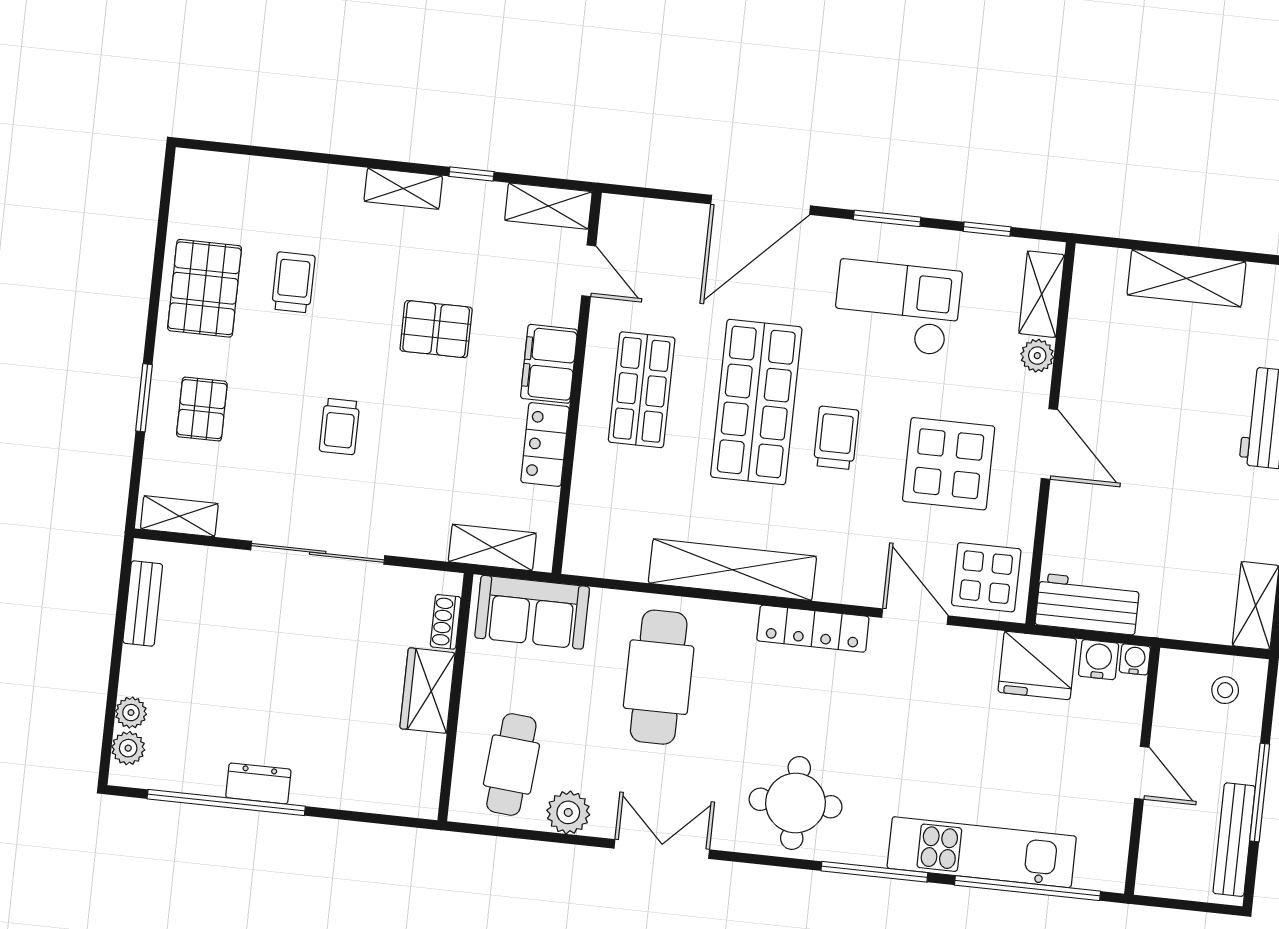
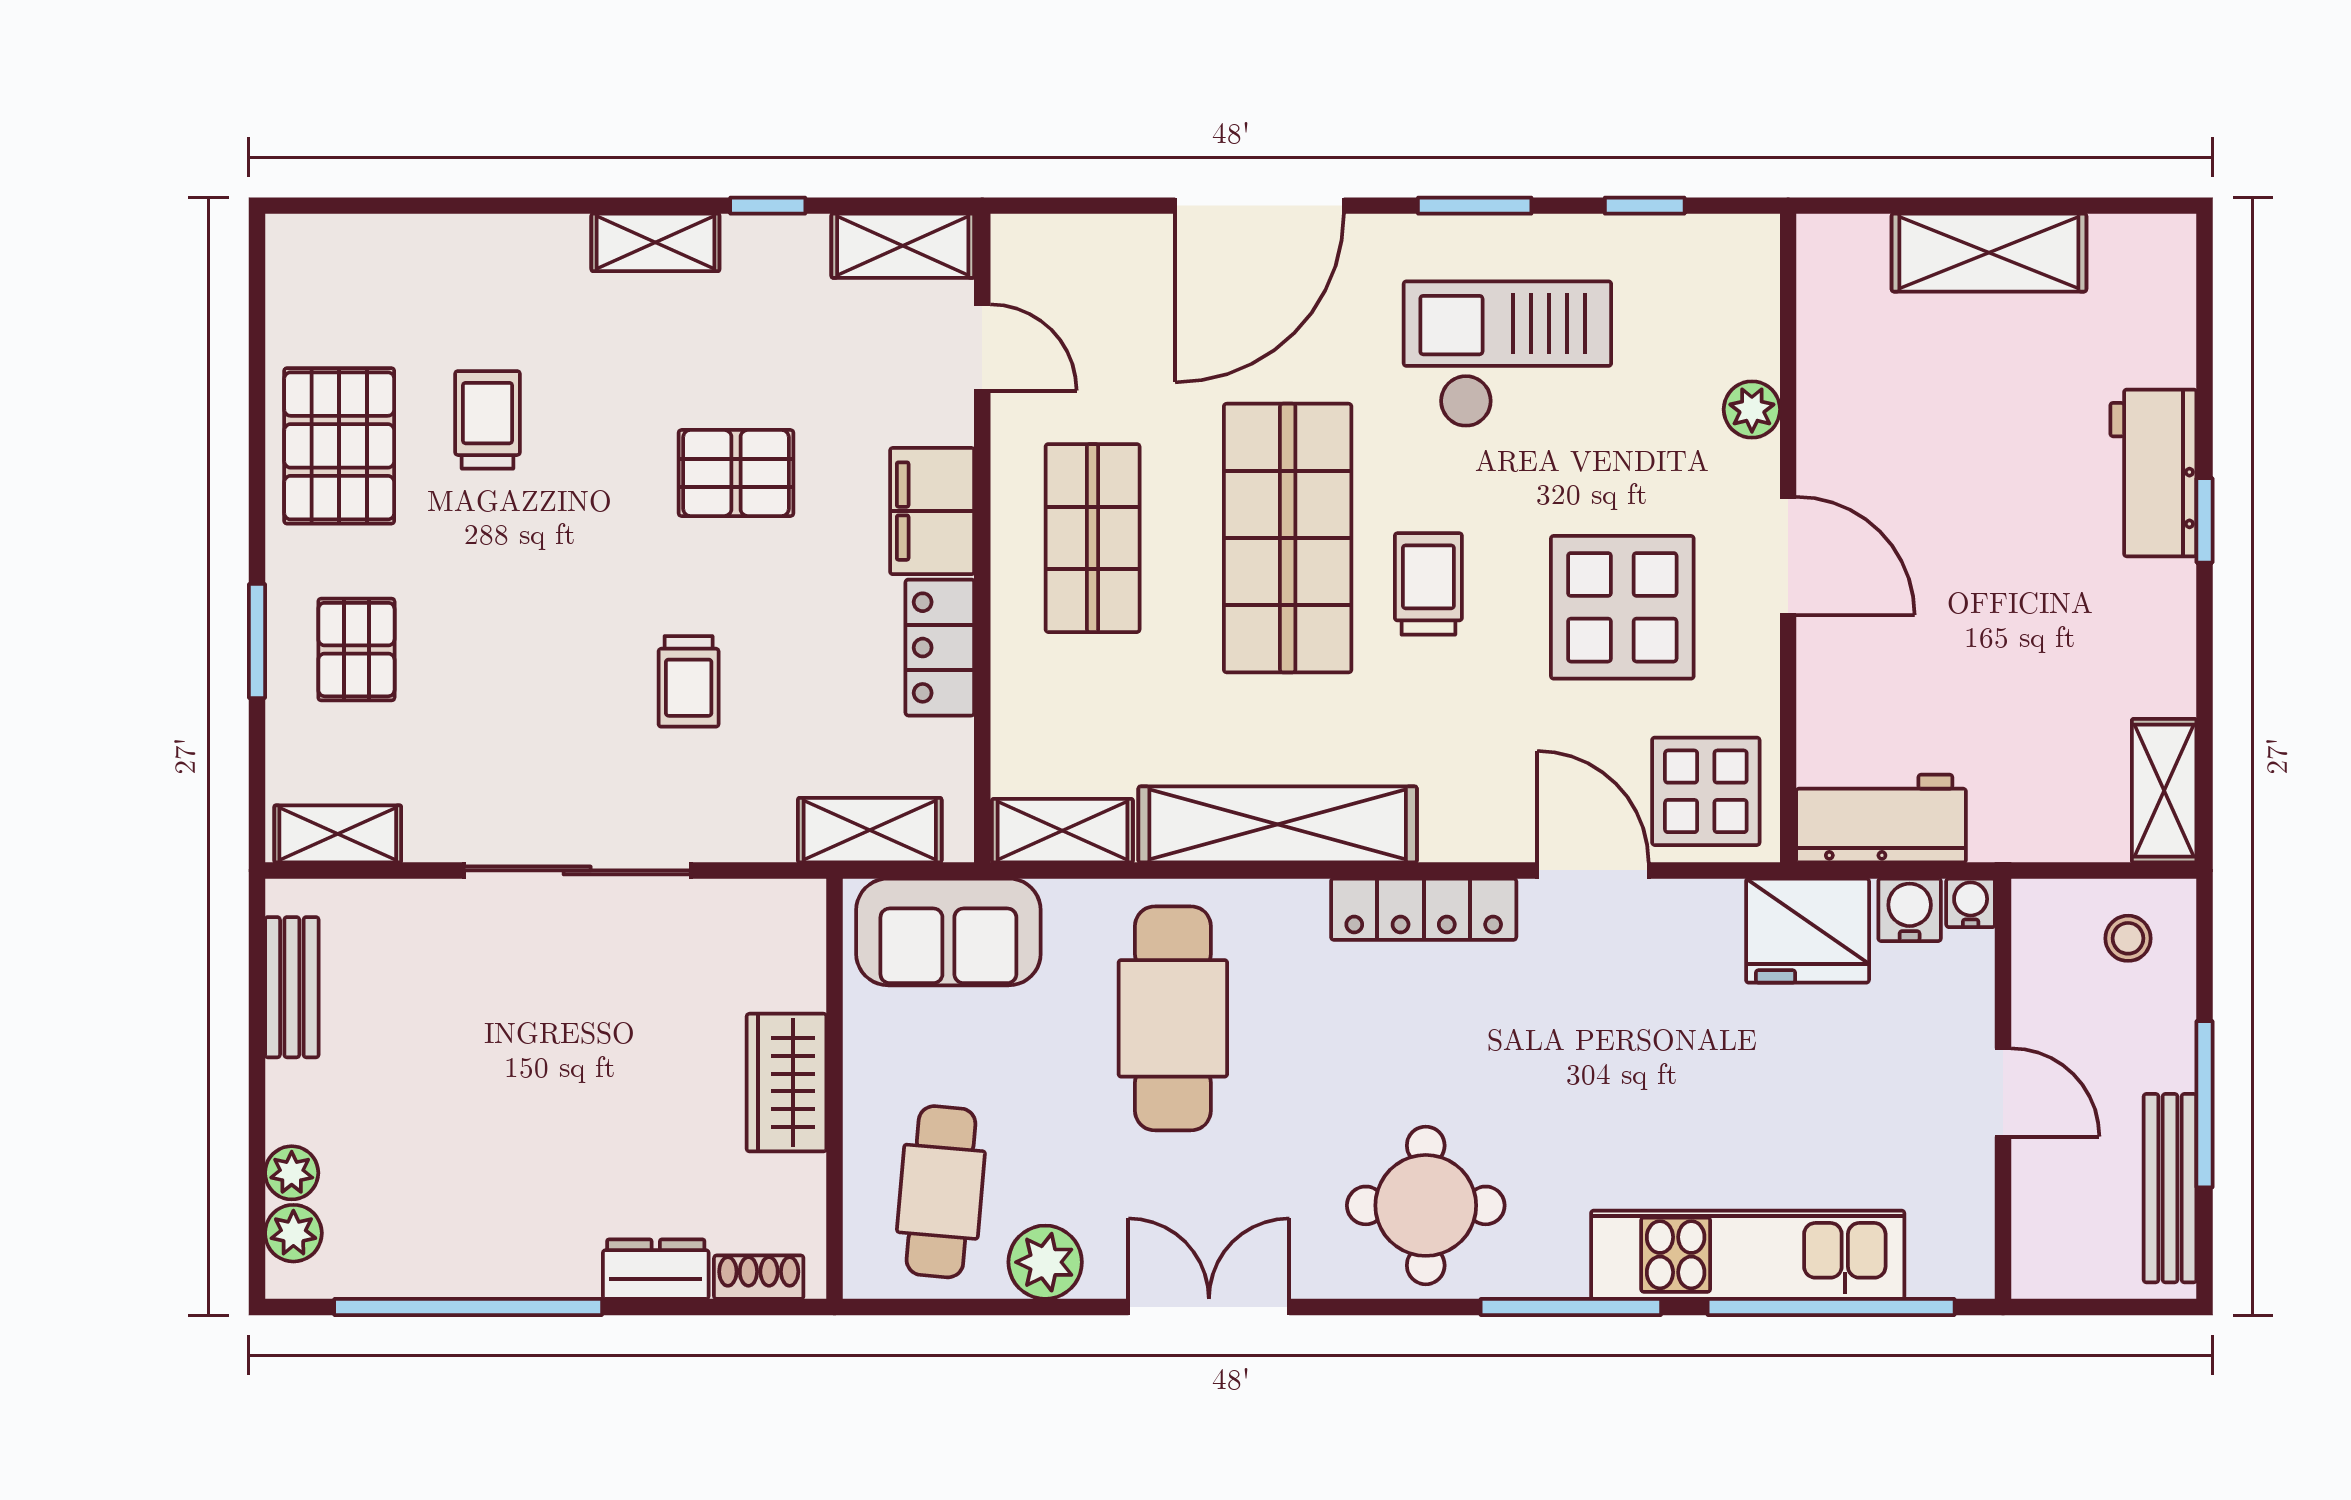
shelving: (1042, 294) -> (1062, 831), moved, turned 90
trolley: (340, 426) -> (689, 681), moved
shoe rack: (446, 622) -> (759, 1277), moved, turned 90
dresser: (258, 783) -> (656, 1269), moved

